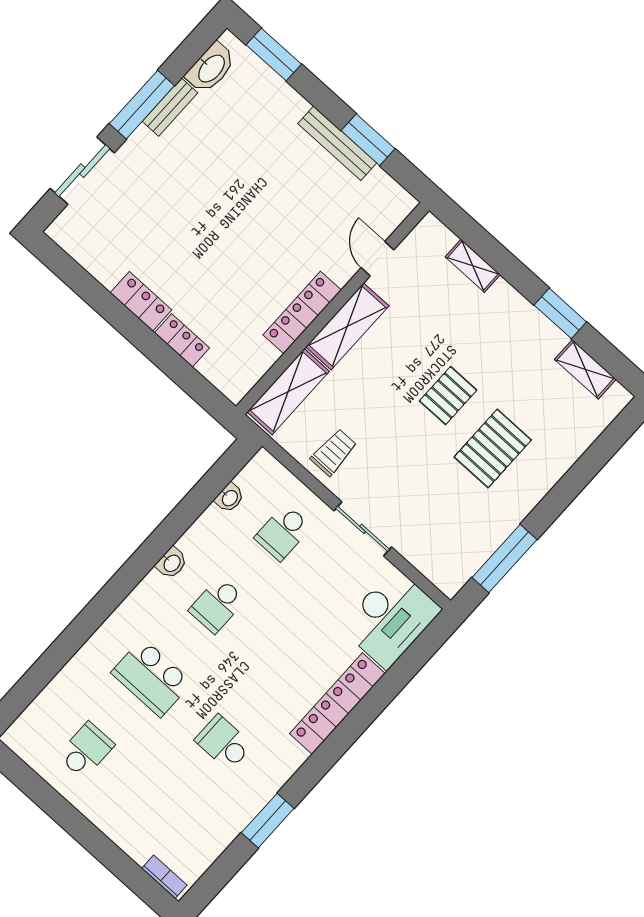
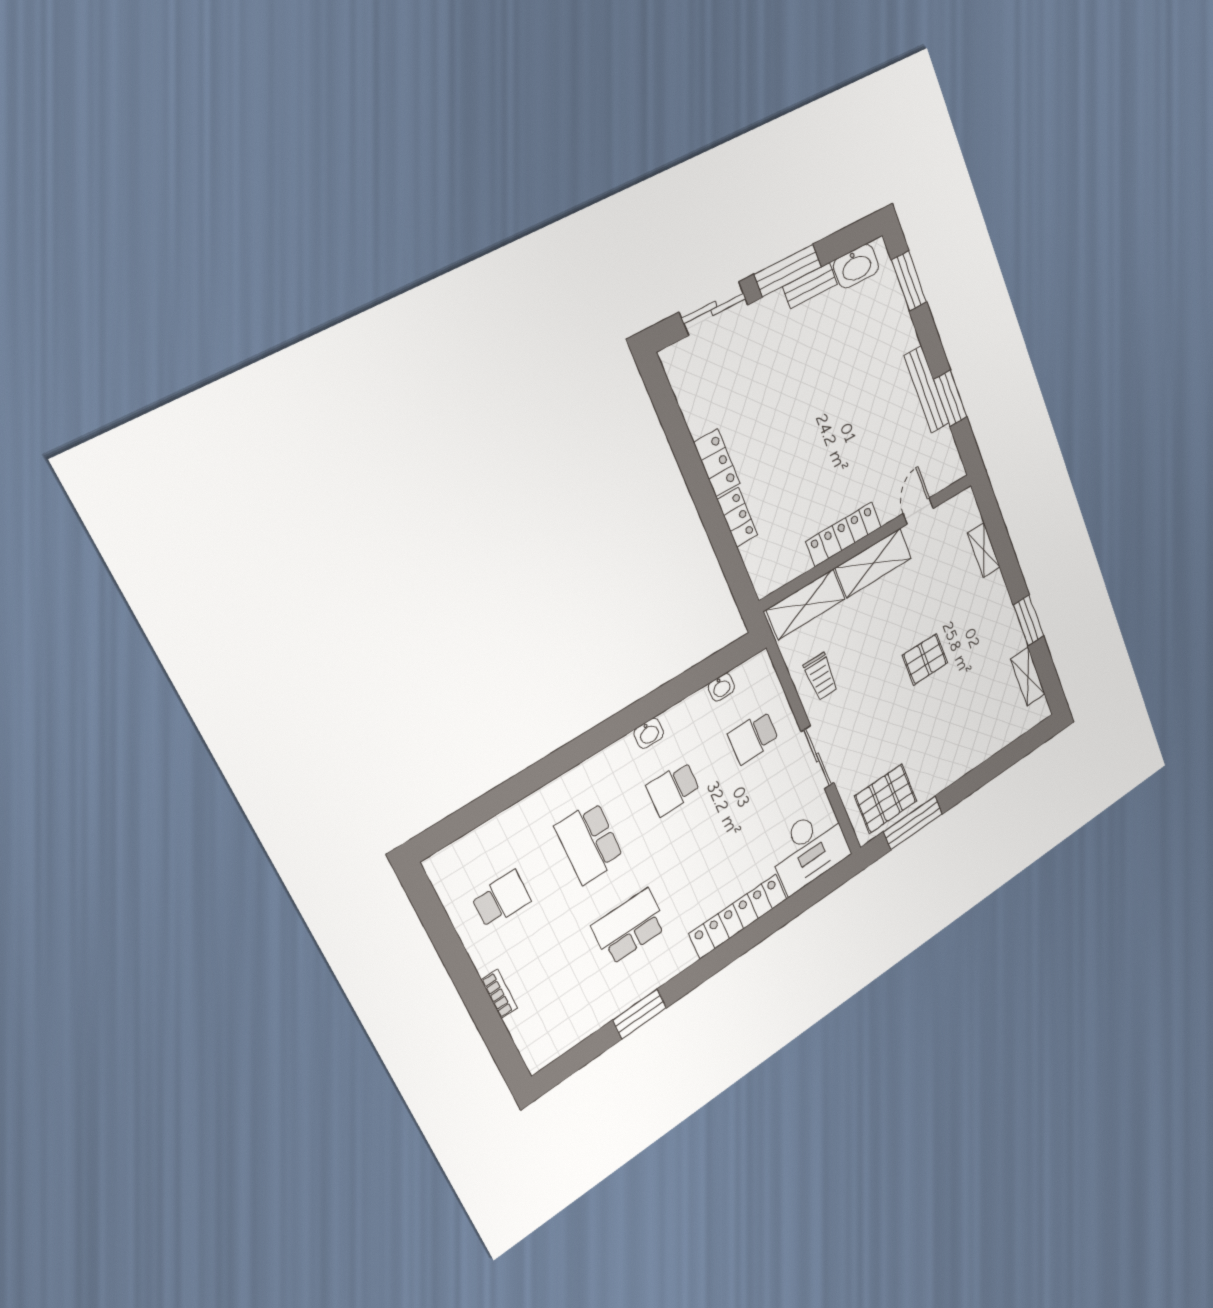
pallet: (493, 448) -> (886, 799), moved
trolley: (334, 452) -> (821, 677), turned 90
school desk: (224, 743) -> (629, 927), width x1.85
bookcase: (164, 877) -> (499, 994), moved

